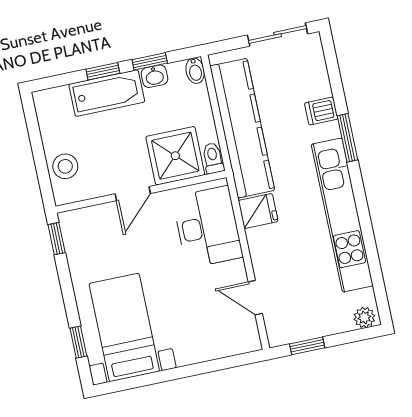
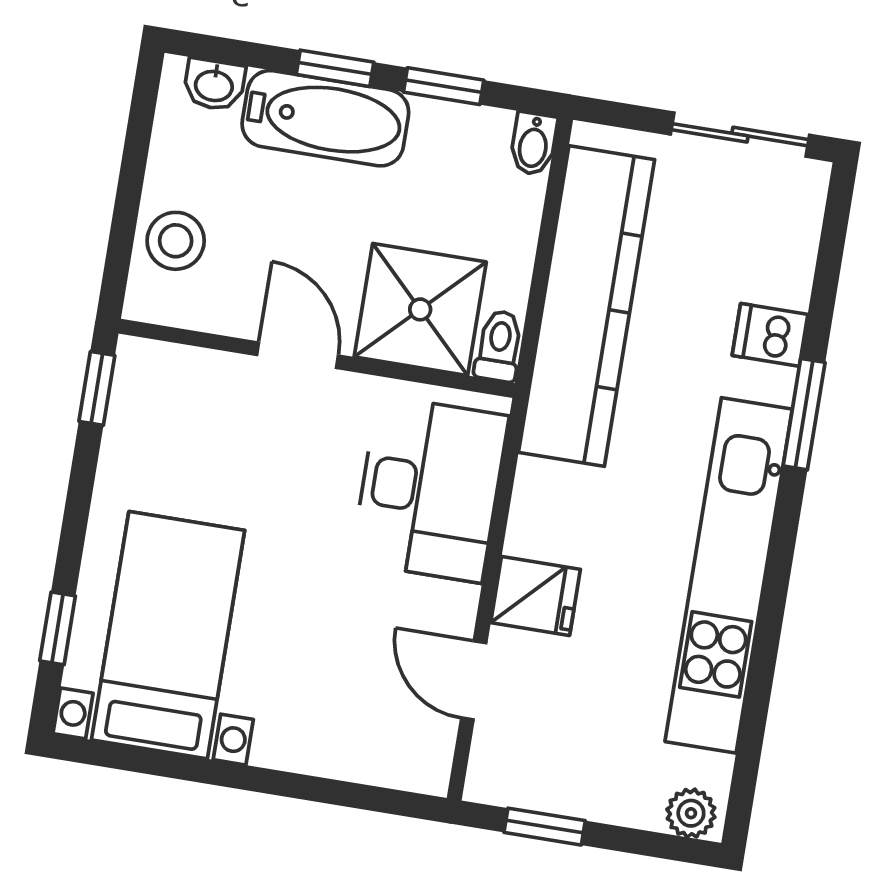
washbasin: (154, 76) -> (214, 85), moved
door: (133, 194) -> (297, 355), swing flipped
fridge: (258, 211) -> (536, 596), moved

